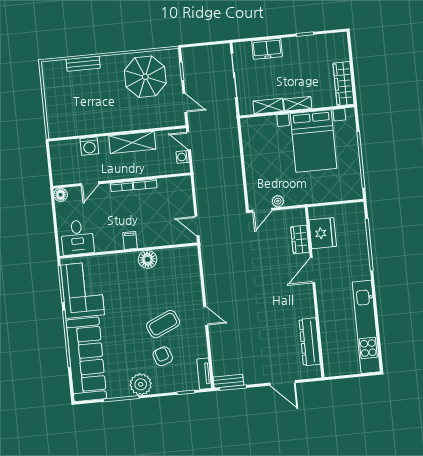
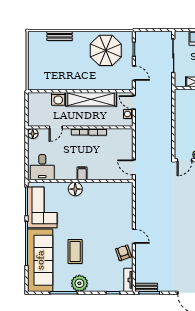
shelving: (132, 142) -> (91, 99), width x1.47
floor lamp: (148, 259) -> (75, 189), moved
coffee table: (163, 324) -> (75, 252), moved, turned -66
armchair: (163, 356) -> (124, 253), moved

